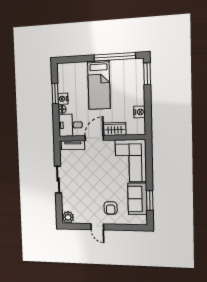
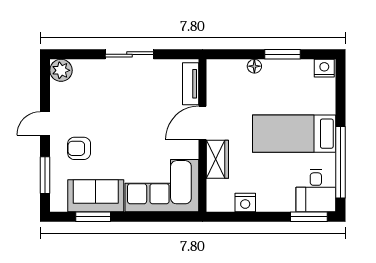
nightstand: (63, 99) -> (324, 68), moved
desk: (70, 125) -> (316, 191), moved, turned 180
door: (94, 138) -> (203, 123), swing flipped
window: (126, 227) -> (45, 175), added

